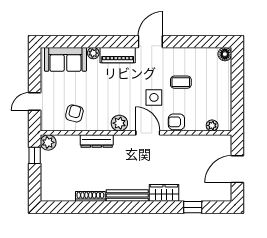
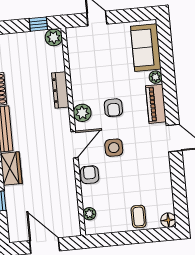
coffee table: (181, 82) -> (139, 217), moved
armchair: (74, 113) -> (113, 108), moved, turned 76

